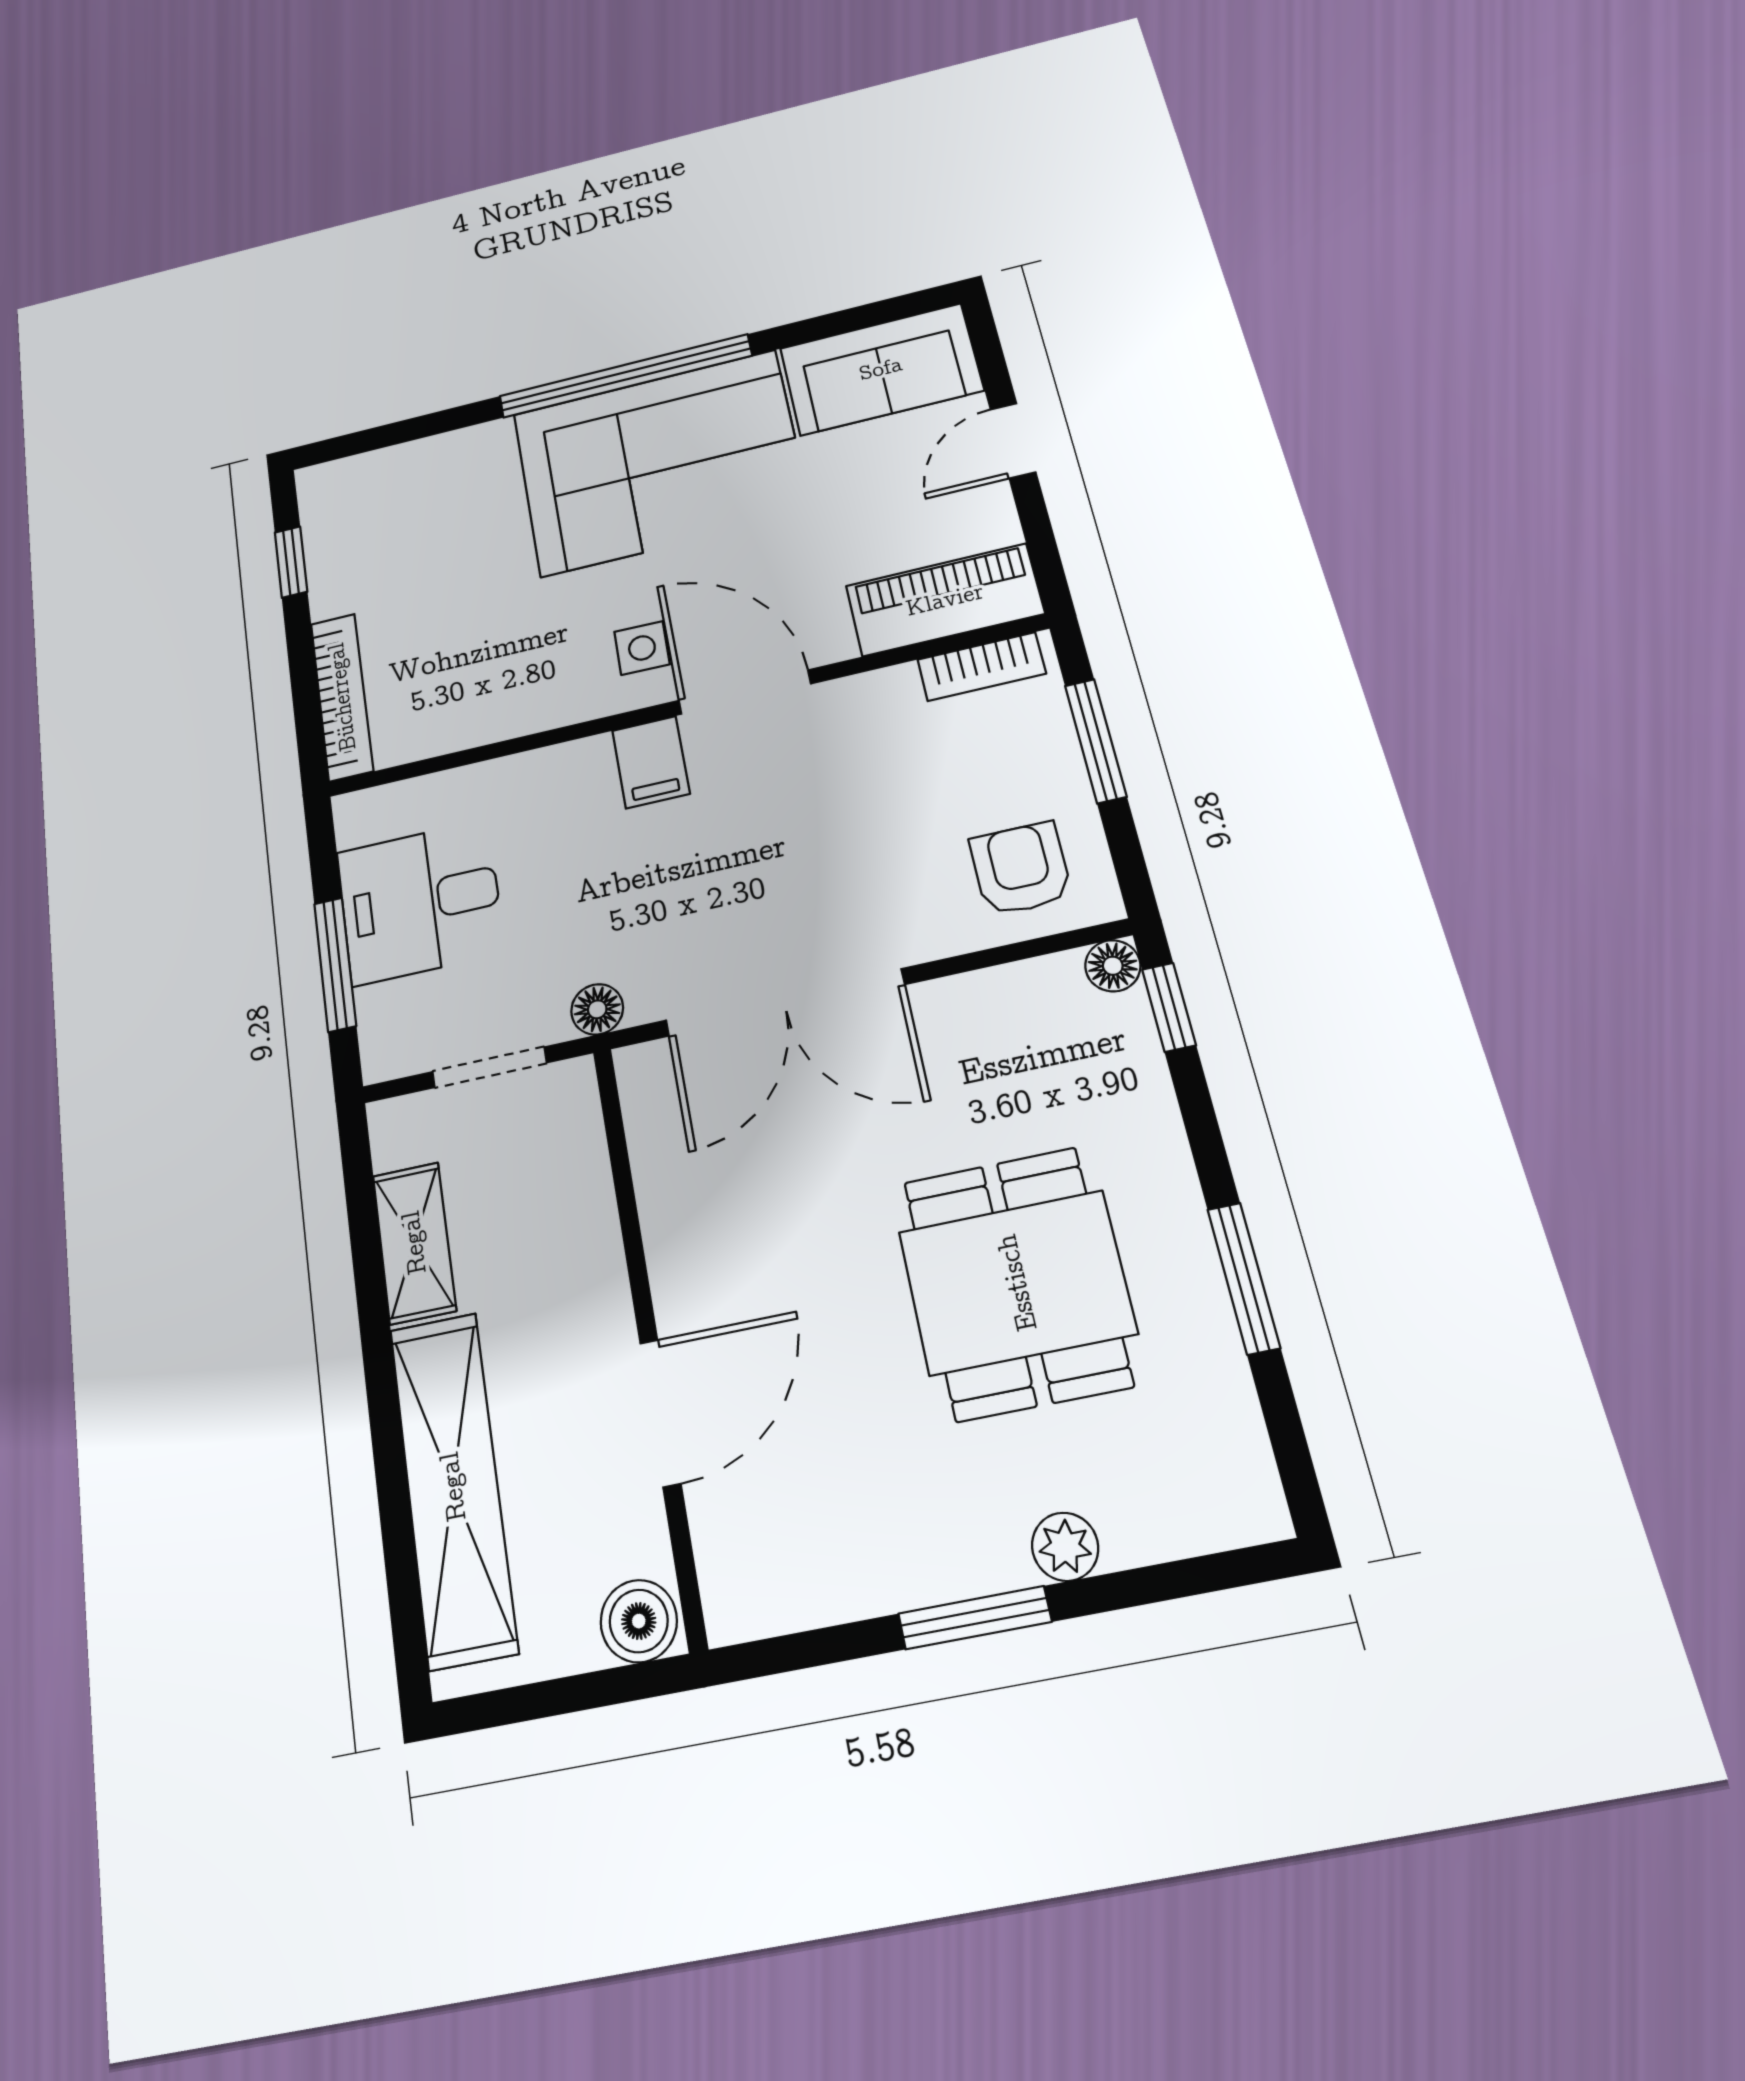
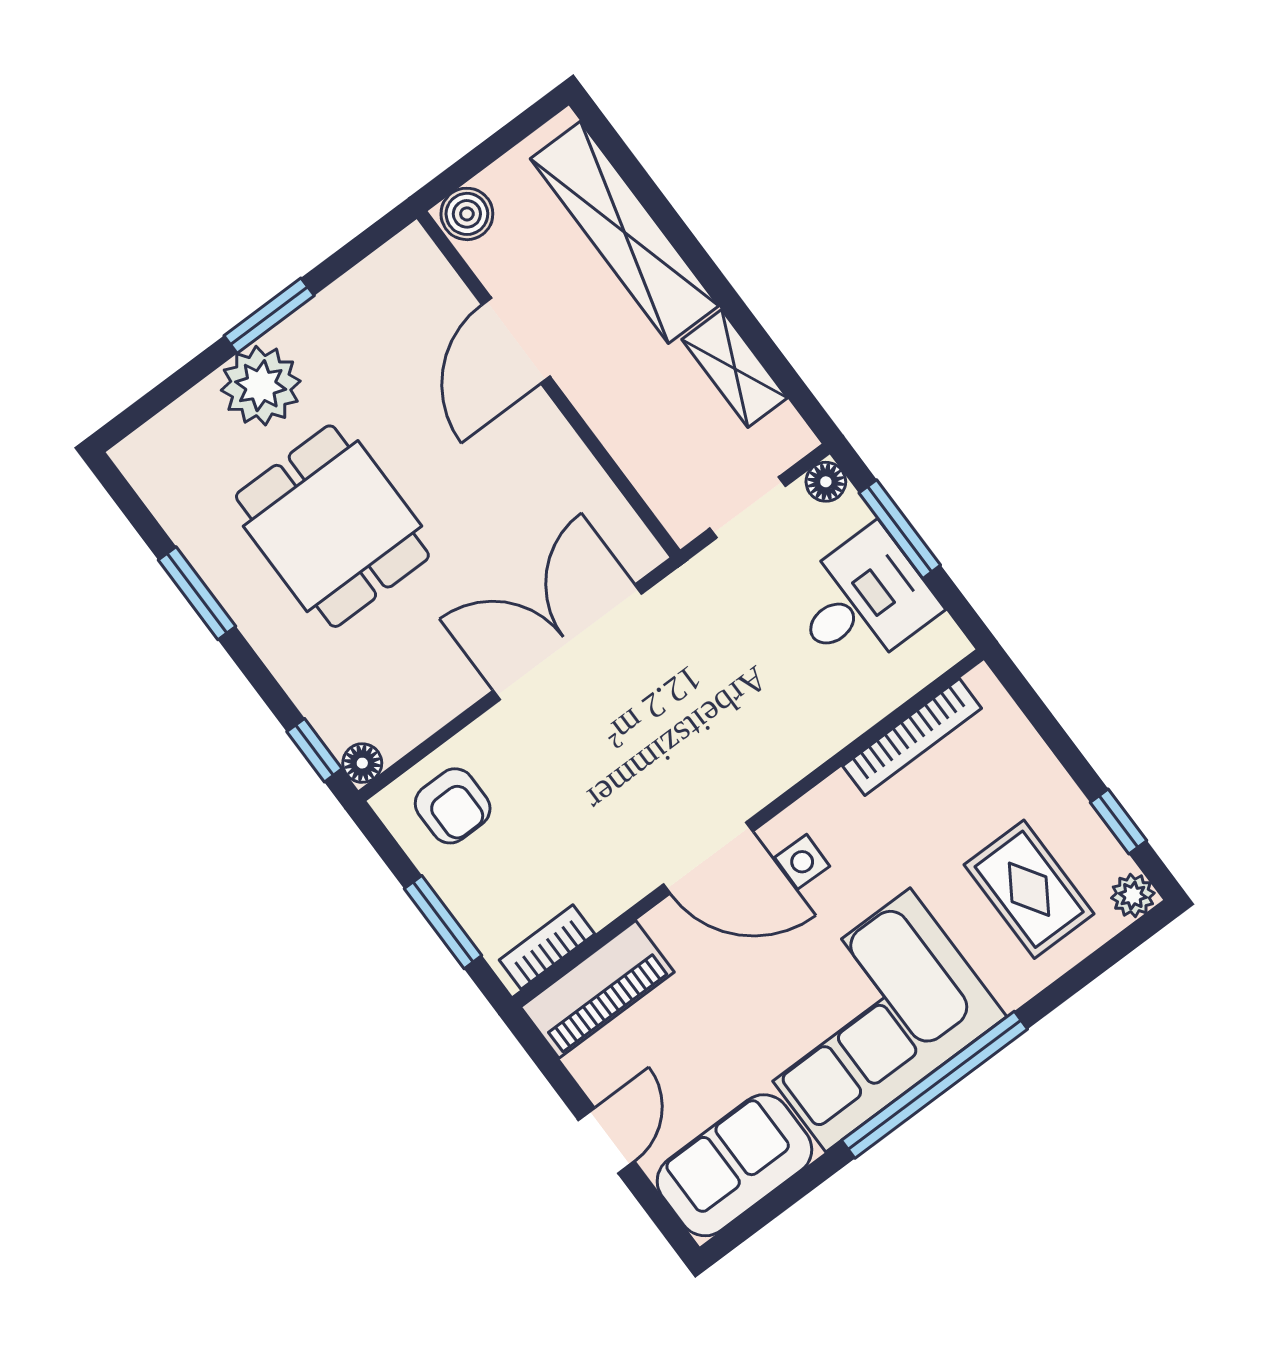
plant: (320, 485) -> (1133, 895), added
rug: (419, 530) -> (1029, 889), added
bookcase: (342, 697) -> (912, 737), moved, turned -90
filing cabinet: (651, 762) -> (749, 776), removed
floor lamp: (597, 1009) -> (826, 482), moved
plant: (1065, 1547) -> (261, 386), width x1.88, depth x1.88

